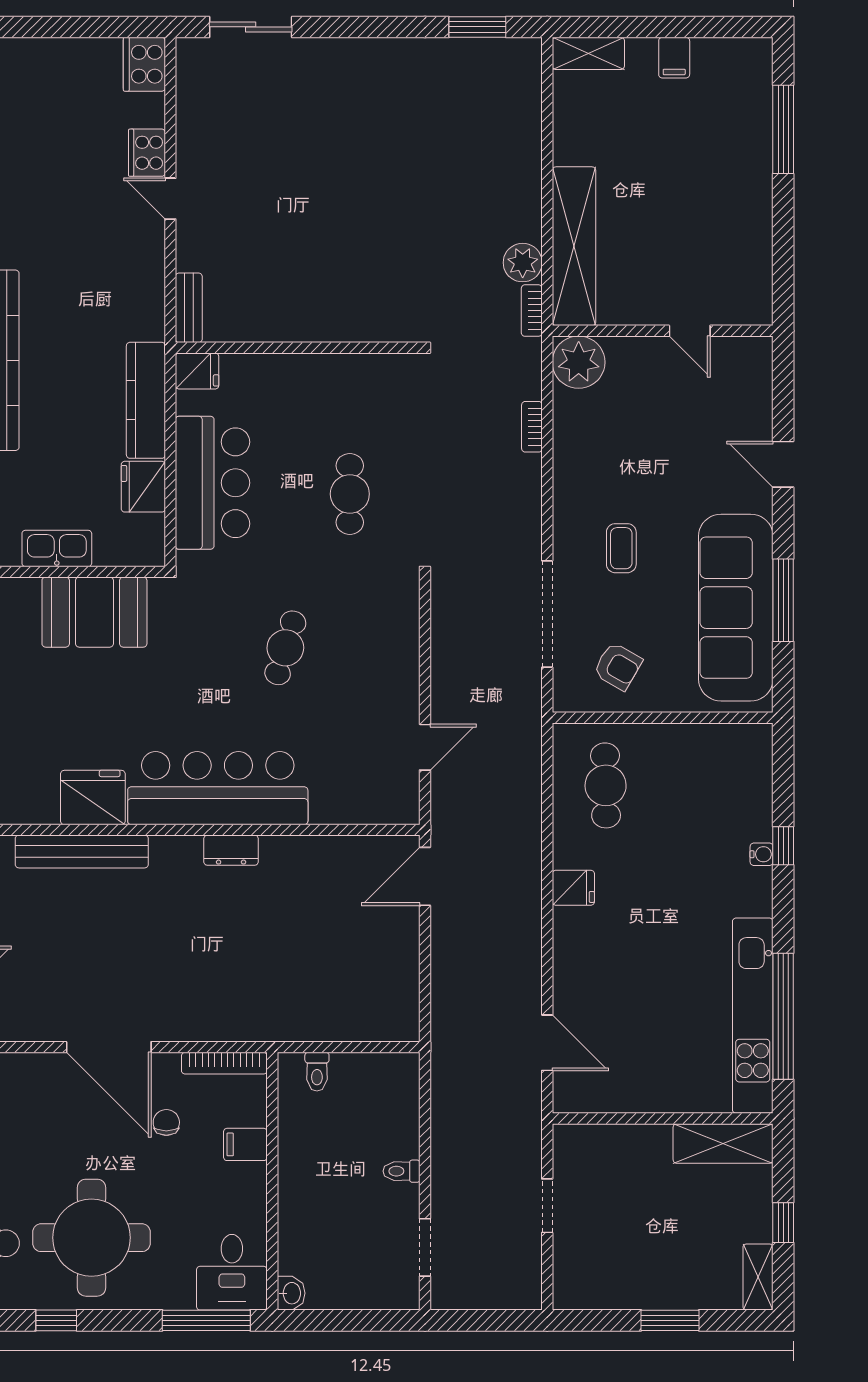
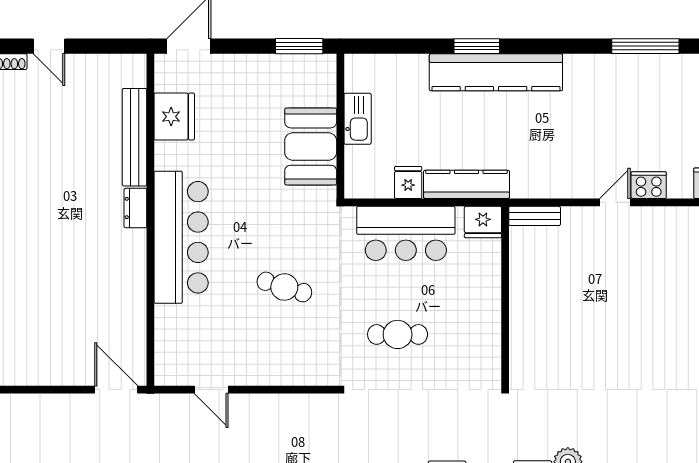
fridge: (197, 371) -> (483, 222), width x1.38
fridge: (143, 487) -> (408, 182), width x0.72
fridge: (93, 797) -> (174, 117), moved
dresser: (231, 850) -> (135, 208), moved

